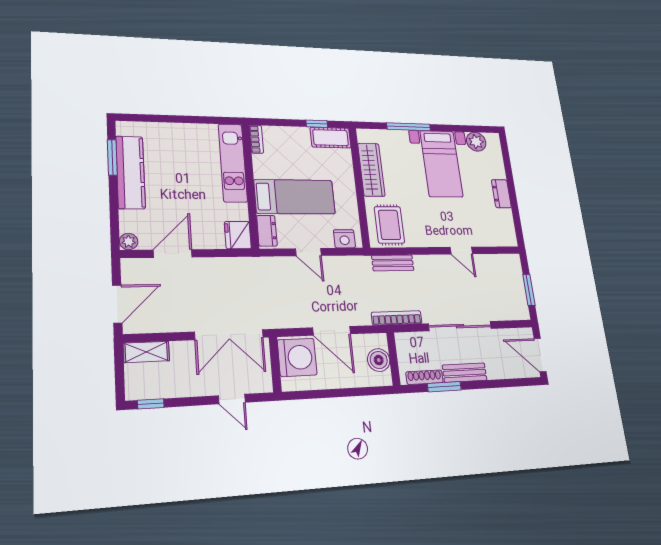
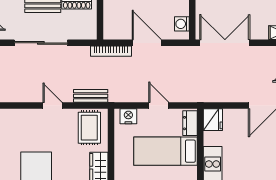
door: (461, 251) -> (52, 105), moved
bookcase: (397, 318) -> (111, 51), moved
washing machine: (297, 357) -> (182, 24), width x0.53, depth x0.53
boiler: (379, 360) -> (112, 19), removed

